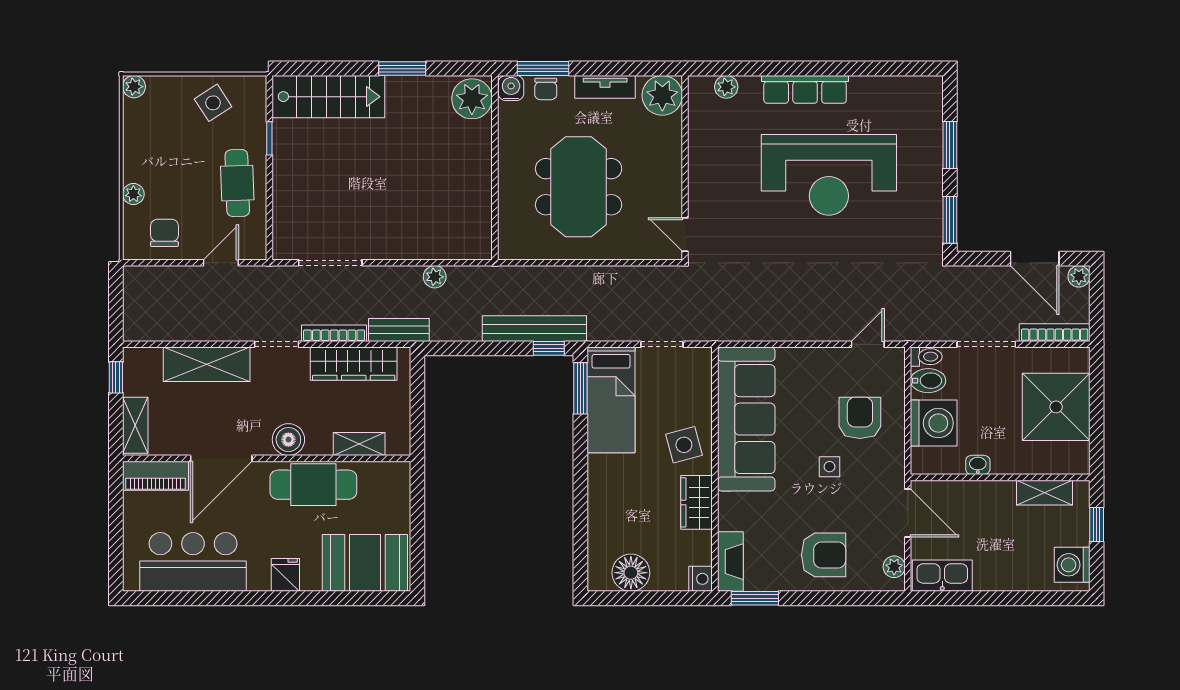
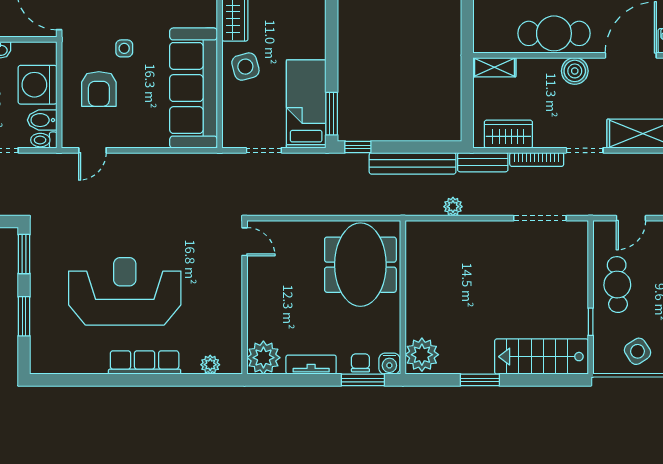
meeting table: (579, 187) -> (360, 265), moved
bench: (534, 329) -> (413, 163), moved
wardrobe: (354, 364) -> (508, 134), width x0.67
shelving: (359, 444) -> (494, 67), moved

